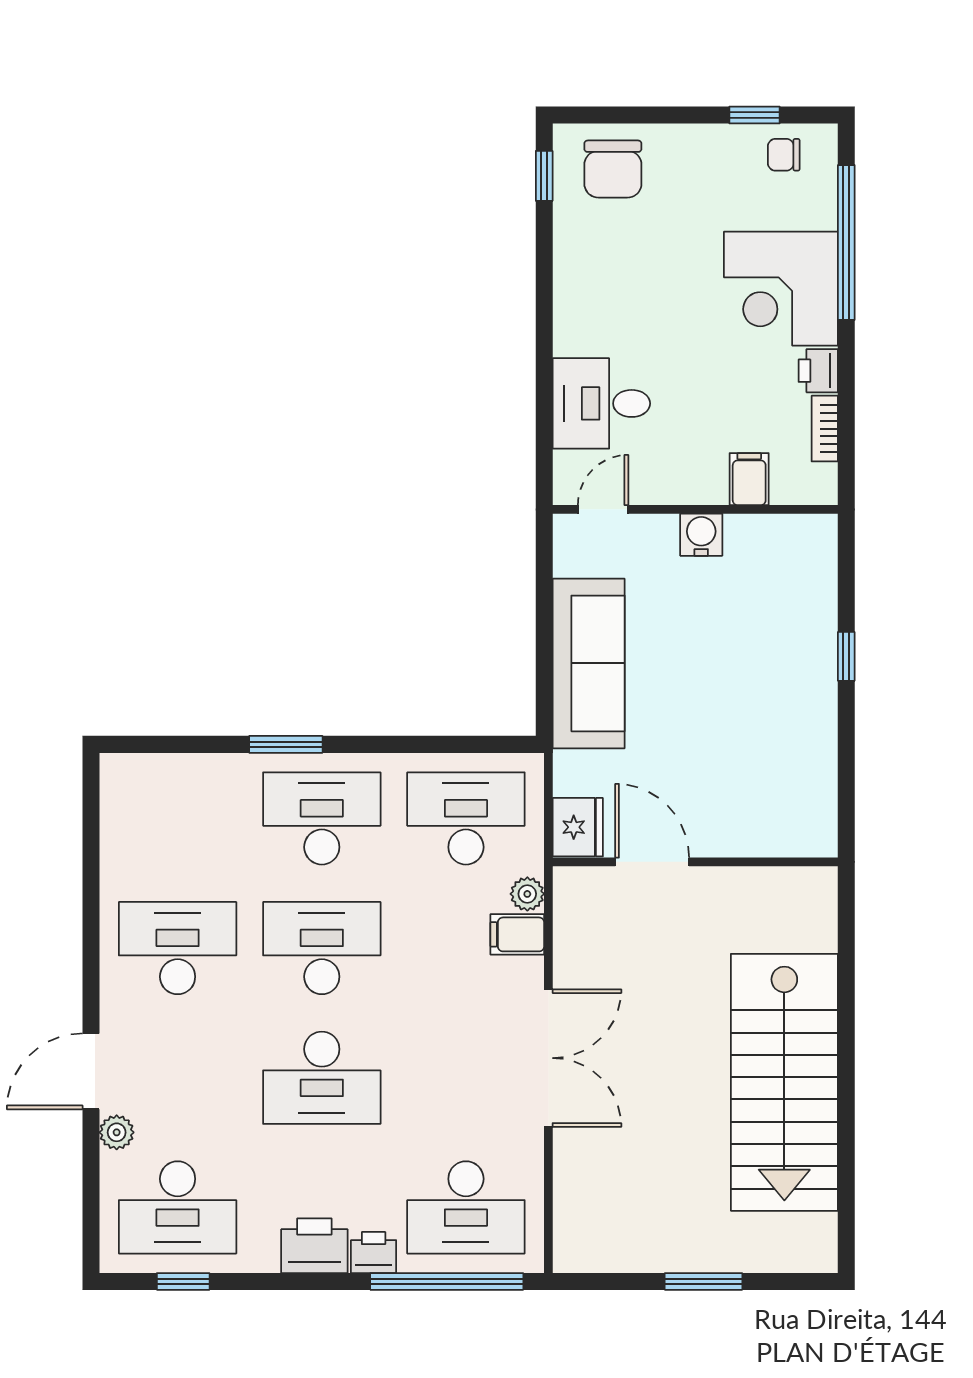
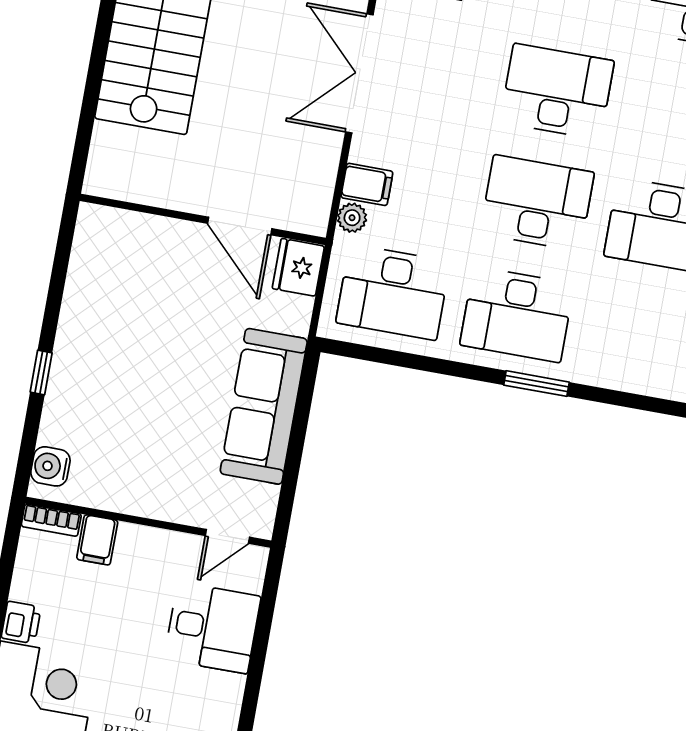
bookcase: (825, 429) -> (51, 520), moved, turned 90
water cooler: (701, 535) -> (50, 466), moved, turned 90
desk: (322, 948) -> (537, 203), turned 180

